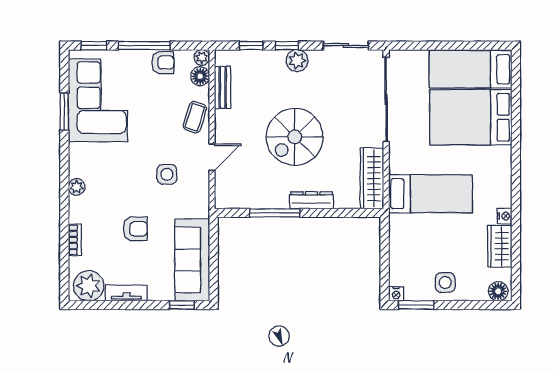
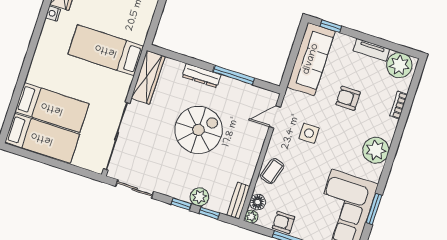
plant: (297, 61) -> (199, 197), moved
bench: (222, 87) -> (238, 201), moved
bed: (471, 117) -> (52, 108), width x0.67
door: (212, 157) -> (275, 117), moved
plant: (77, 187) -> (376, 150), width x1.87, depth x1.87

